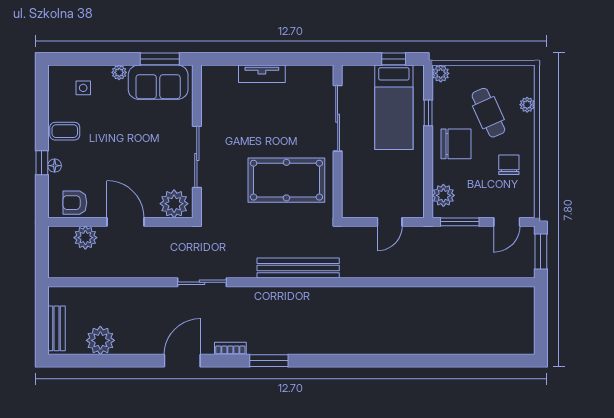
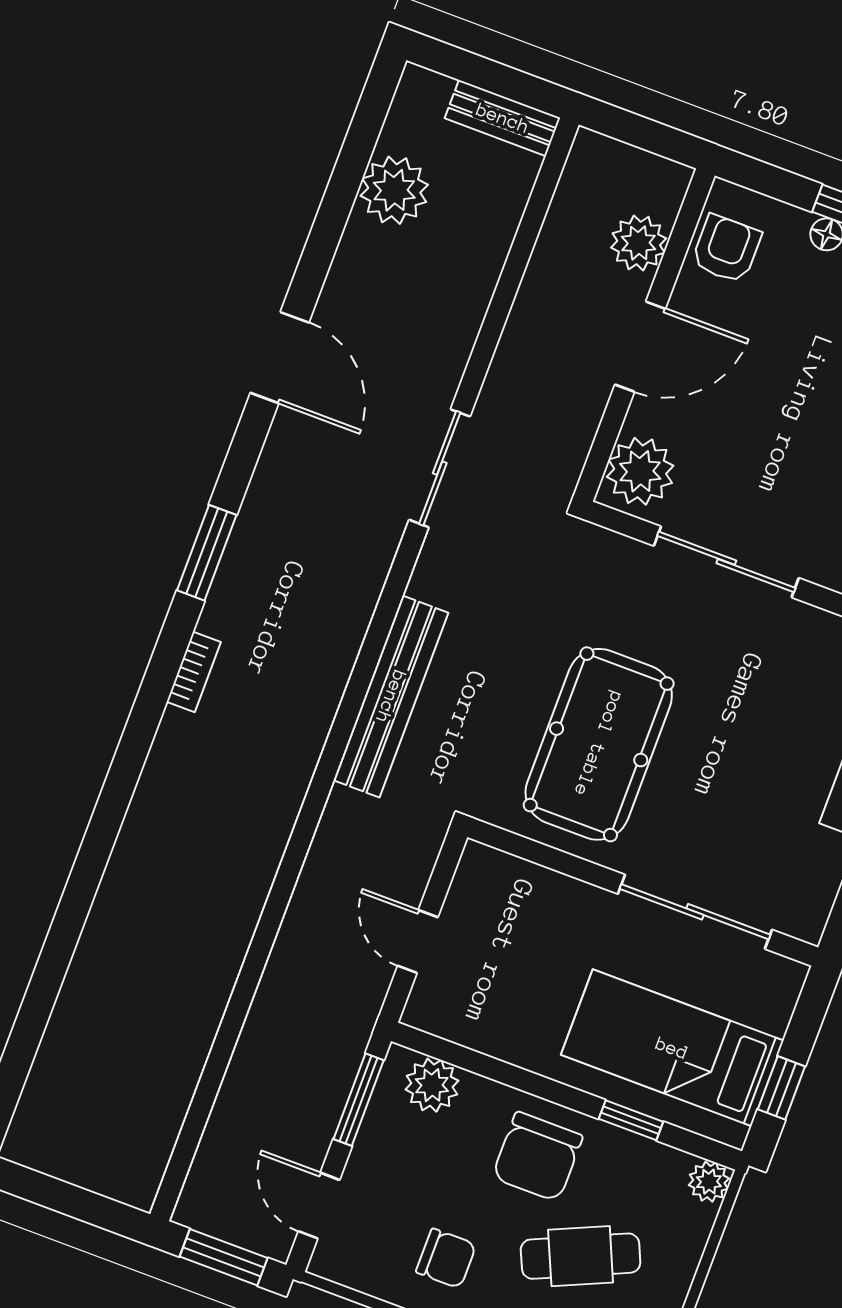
bench: (57, 328) -> (503, 118), moved
bookcase: (230, 348) -> (194, 672), moved

